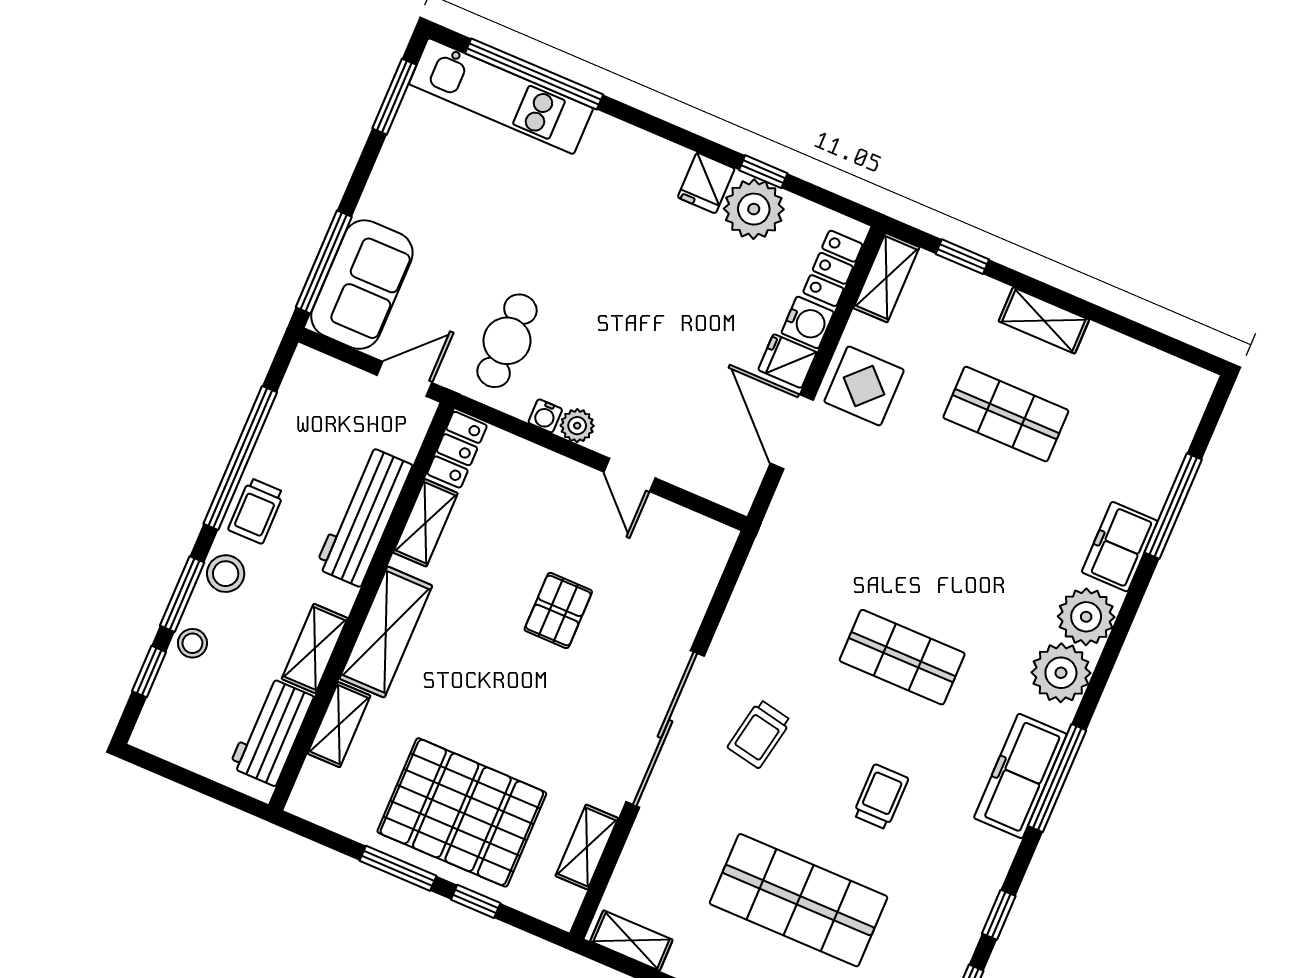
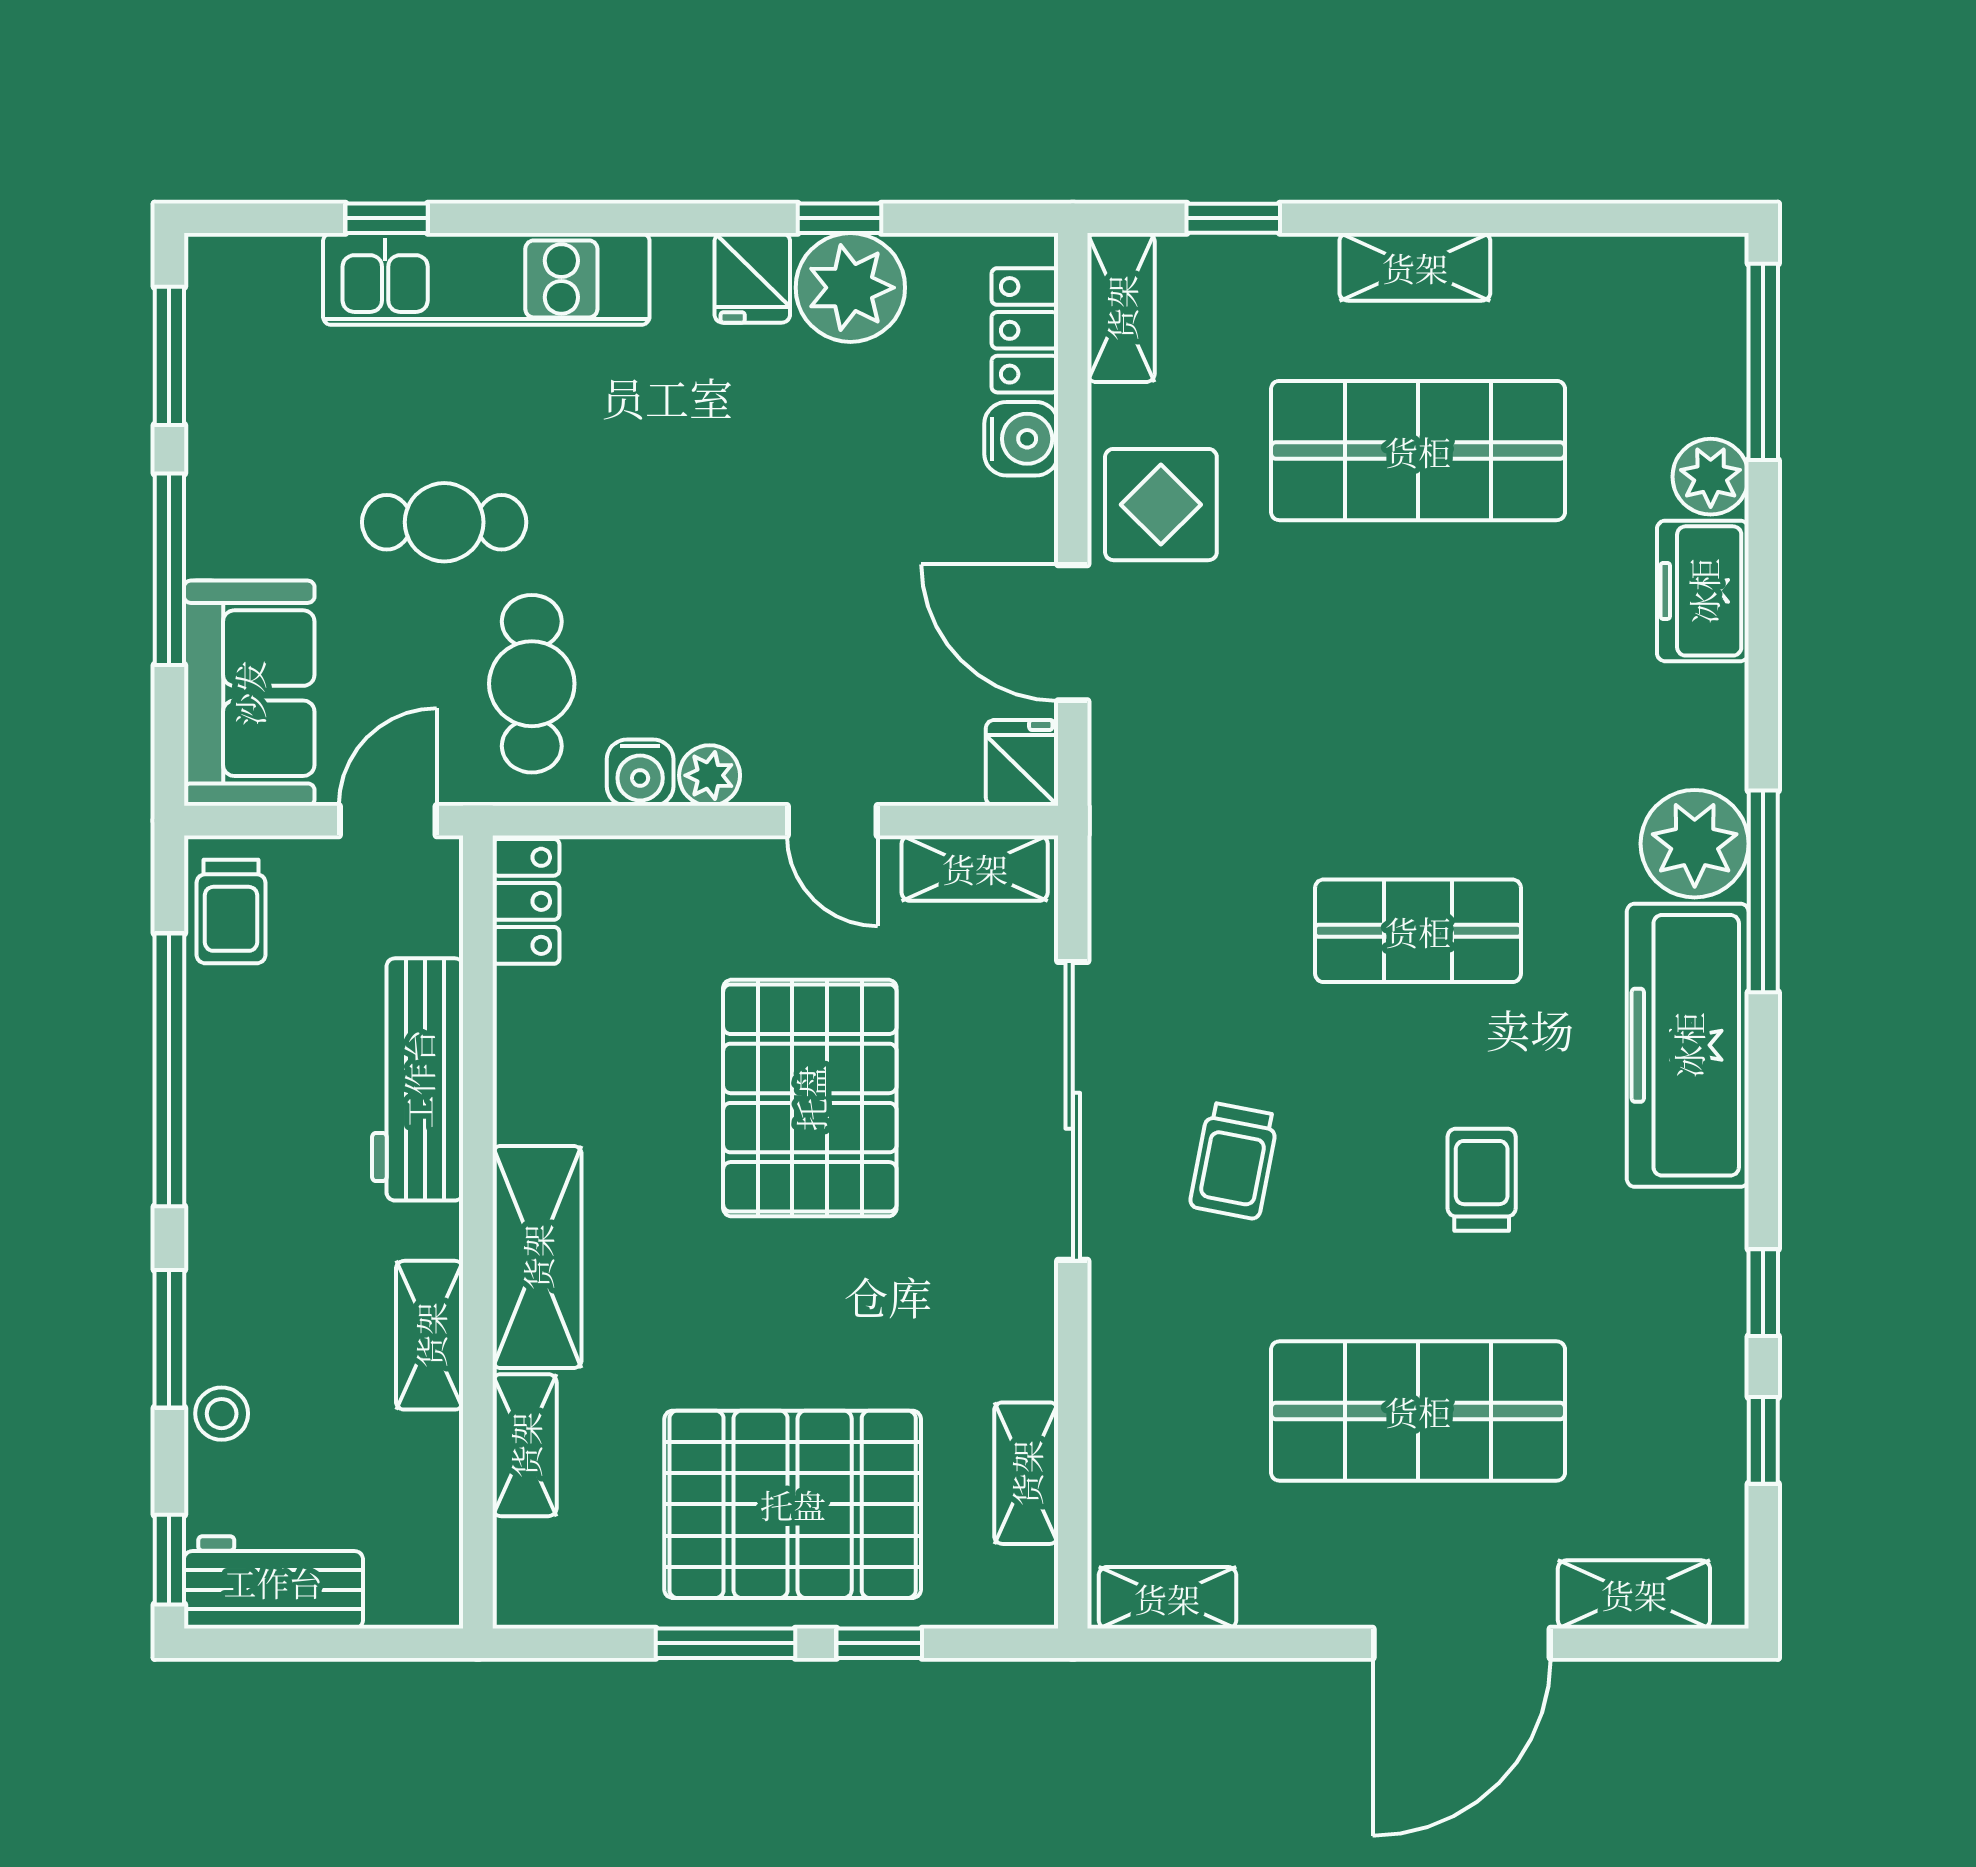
window: (534, 74) -> (387, 218), width x0.32
kitchen unit: (501, 96) -> (486, 279), moved
cafe table: (498, 240) -> (444, 522), added
window: (324, 262) -> (169, 569), moved
fridge: (787, 361) -> (1022, 763), moved, turned 90
shop shelf: (1006, 414) -> (1418, 451), width x1.43, depth x1.36
water cooler: (545, 416) -> (640, 773), width x1.38, depth x1.38
window: (1173, 506) -> (1763, 362), moved
trolley: (256, 511) -> (231, 912), moved
shelving: (425, 523) -> (975, 868), moved, turned 90
stool: (226, 574) -> (227, 1274), removed
pallet: (558, 610) -> (810, 1098), width x2.05, depth x2.00
plant: (1086, 617) -> (1711, 477), moved, width x0.73, depth x0.73
window: (149, 672) -> (169, 1560), moved
sliding door: (665, 729) -> (1073, 1111), moved
workbench: (272, 732) -> (273, 1582), moved, turned 90
freezer: (1020, 776) -> (1688, 1045), width x1.36, depth x1.26
window: (1057, 778) -> (1763, 891), moved

